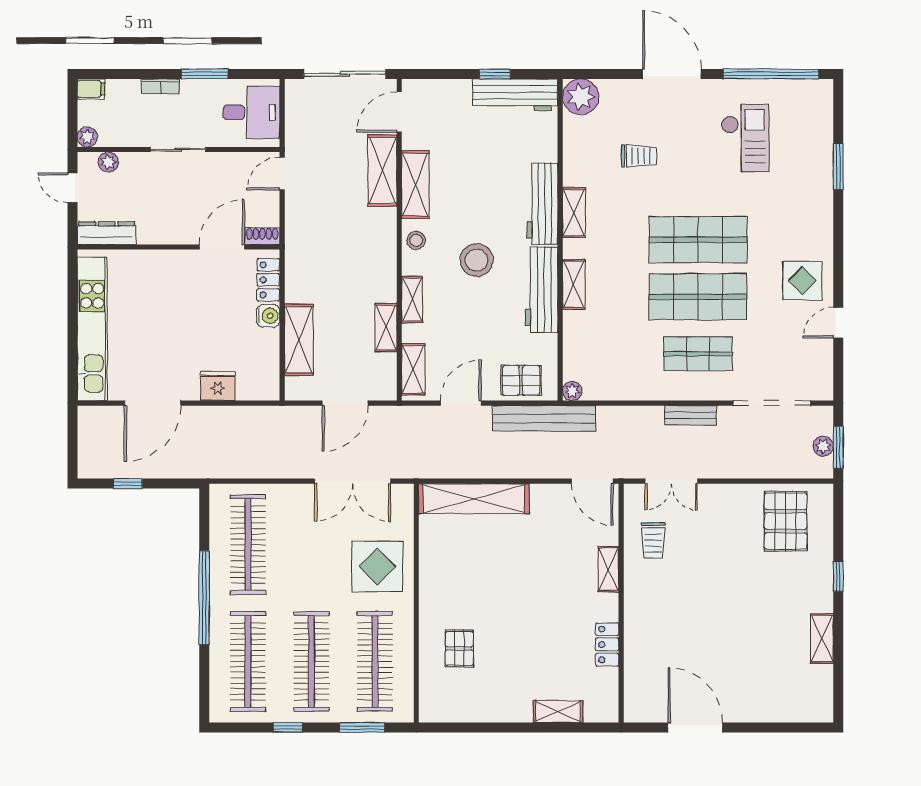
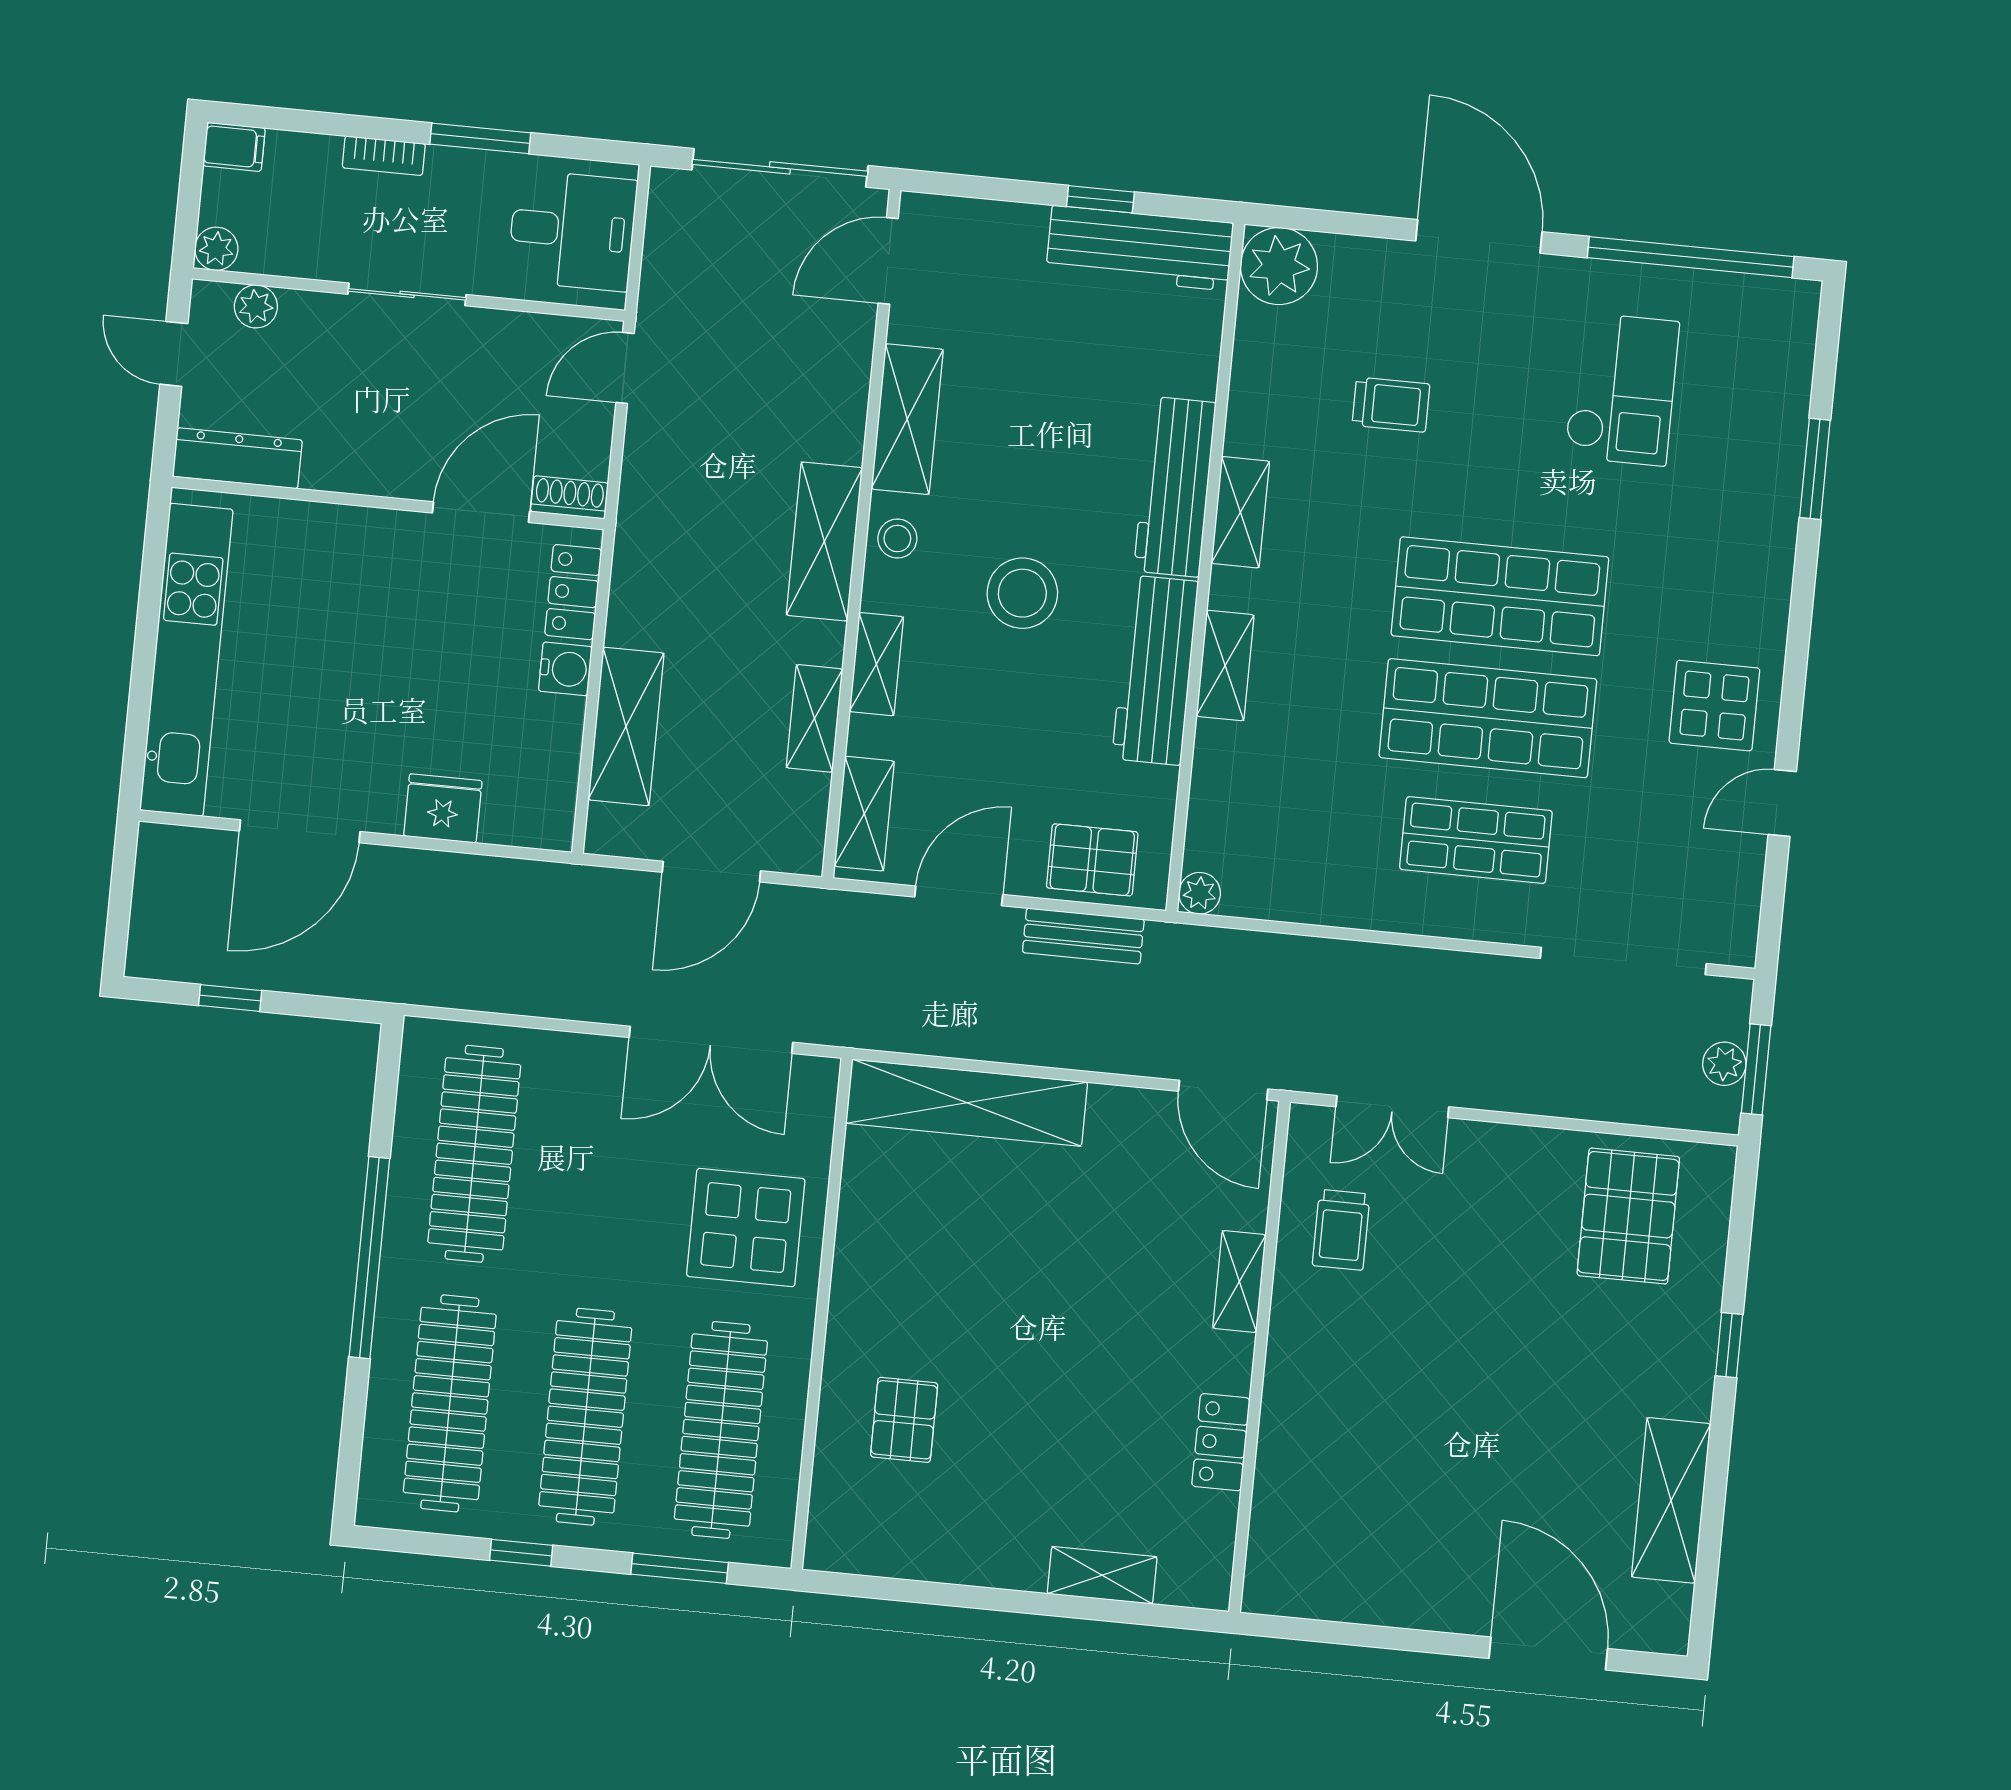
shelving: (382, 171) -> (824, 541), moved
bench: (691, 415) -> (1447, 970), removed
bench: (544, 418) -> (1083, 936), width x0.54, depth x0.82
shelving: (822, 638) -> (1671, 1500), width x1.50, depth x1.33
door: (695, 727) -> (1548, 1653), moved

